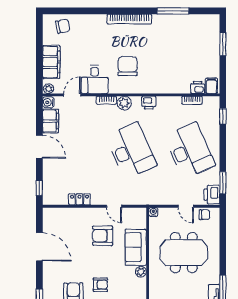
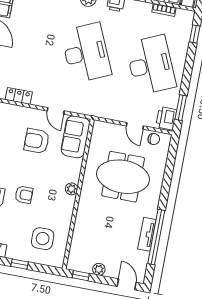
water cooler: (153, 212) -> (98, 125), removed
sofa: (136, 247) -> (76, 137), moved

